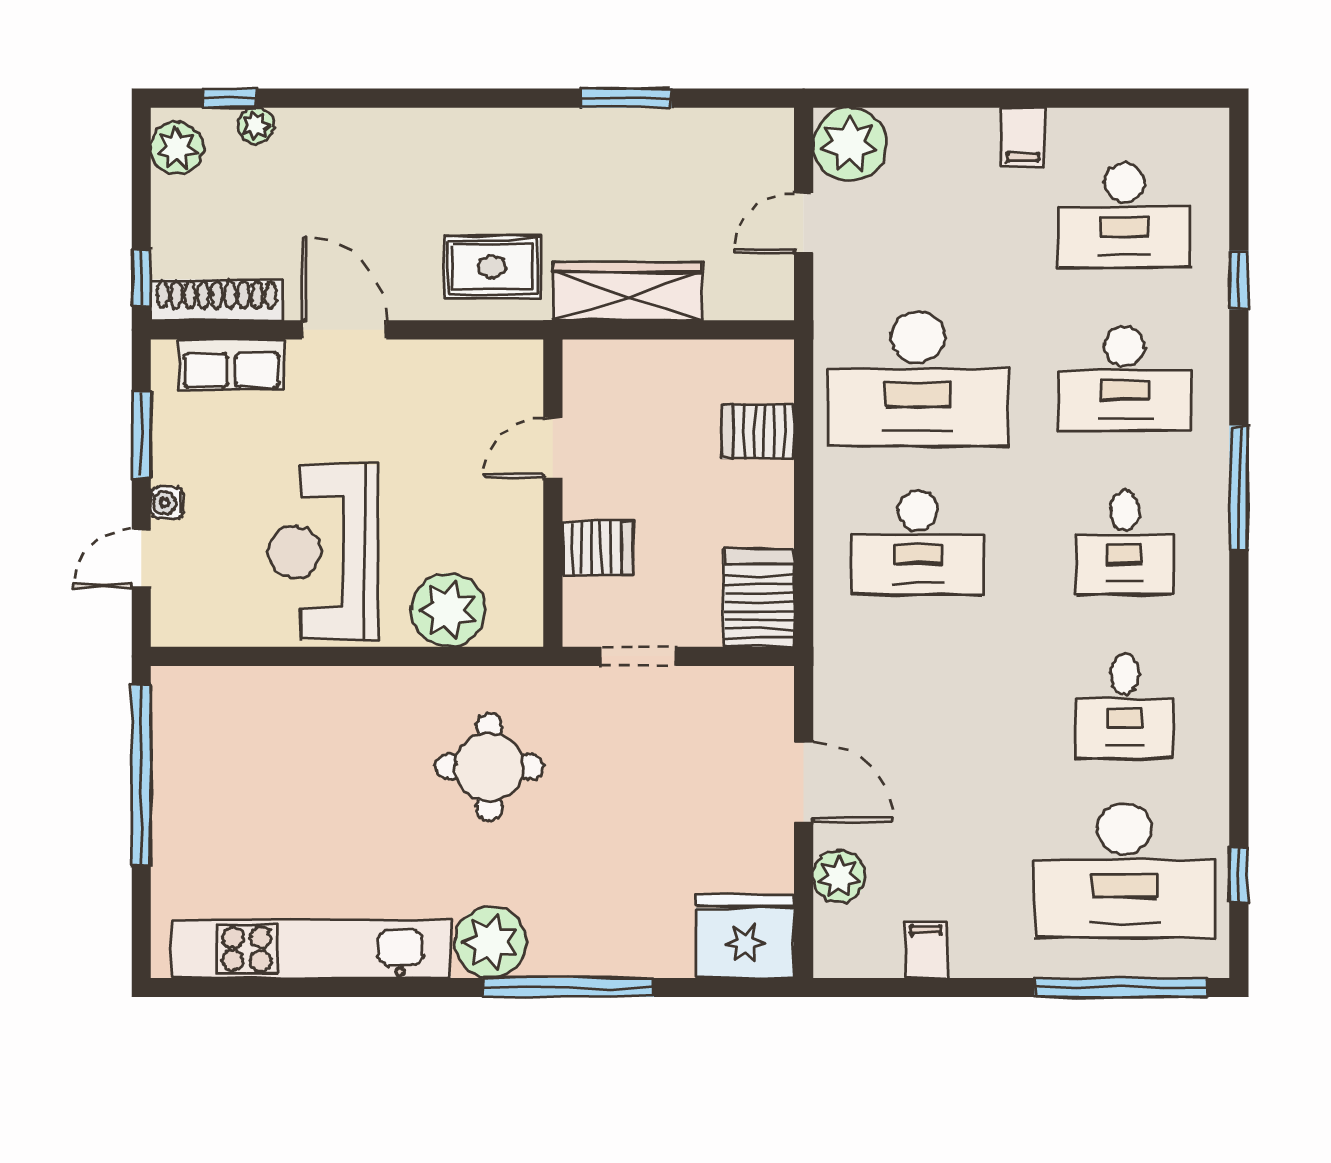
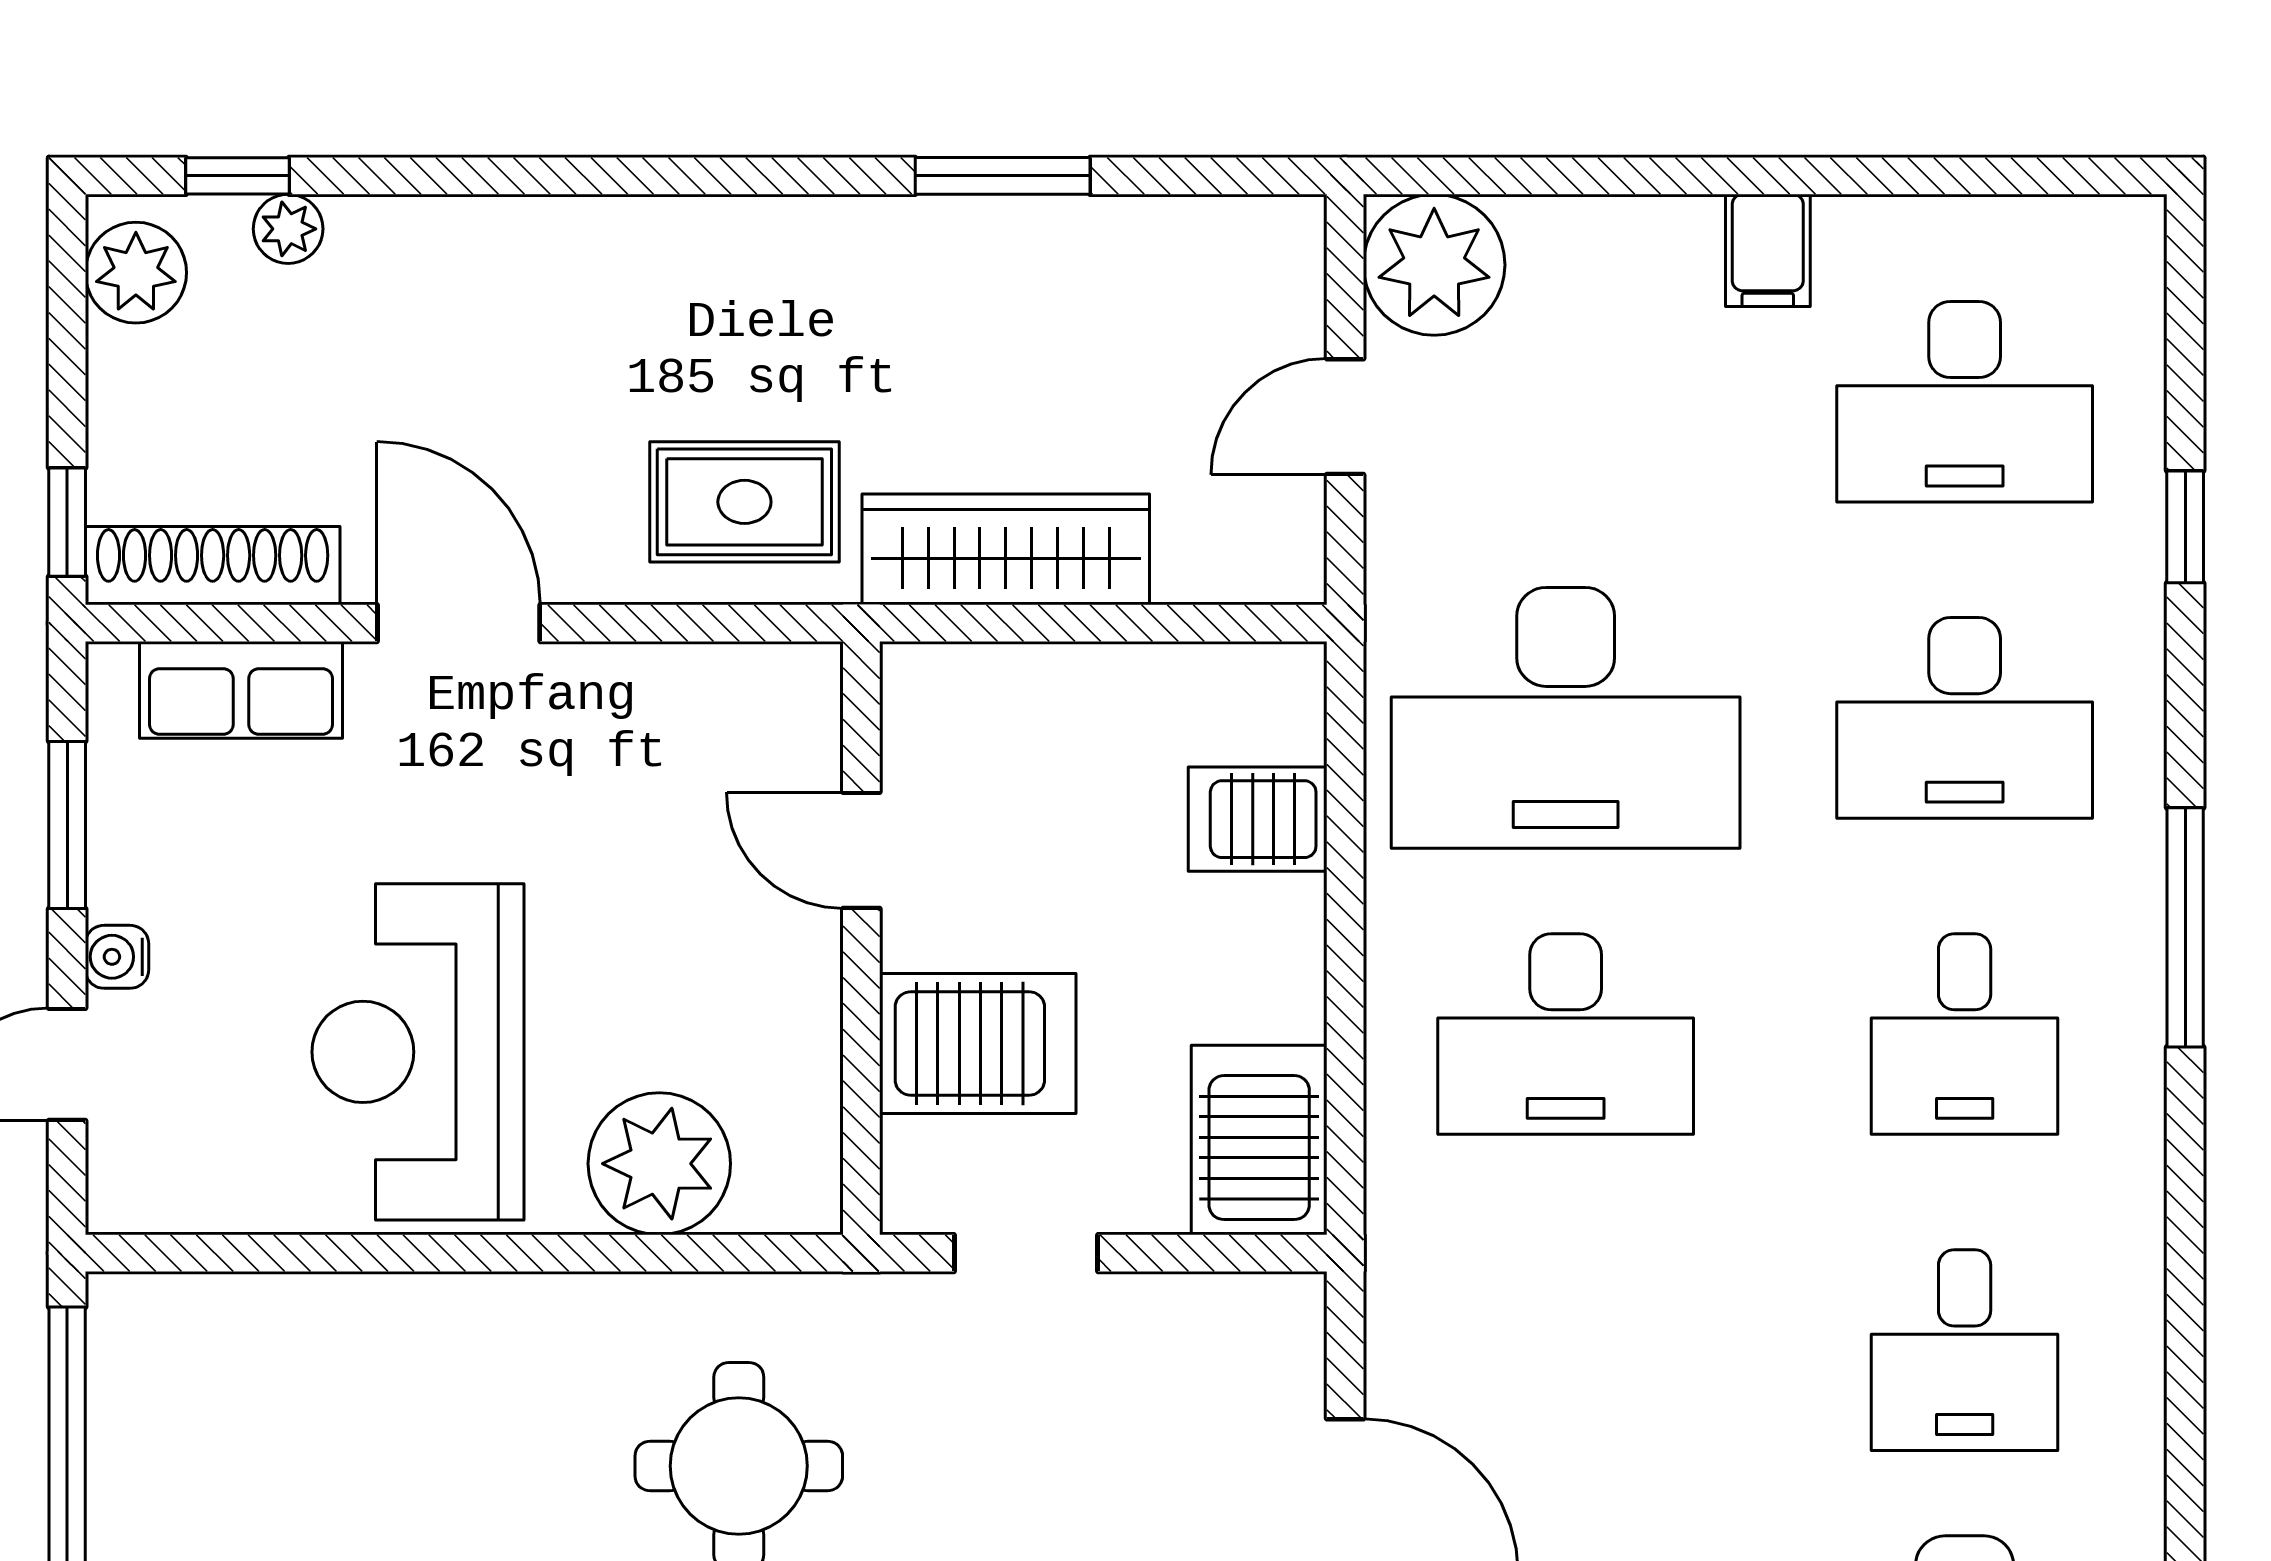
door: (553, 448) -> (861, 850), hinge flipped
server rack: (598, 548) -> (978, 1043), width x1.36, depth x1.44

